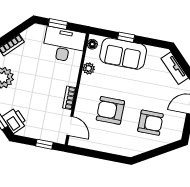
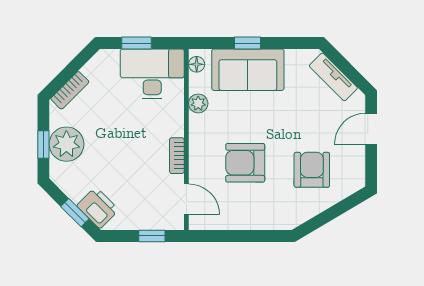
armchair: (150, 123) -> (312, 170), turned -90

